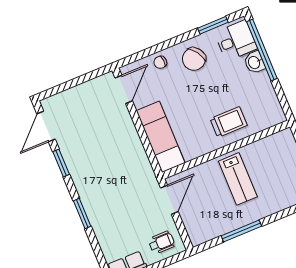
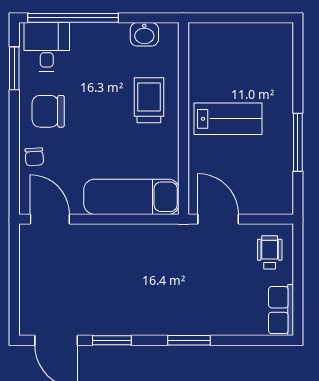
chair: (194, 59) -> (48, 111), turned 124
washbasin: (254, 62) -> (144, 34), moved

